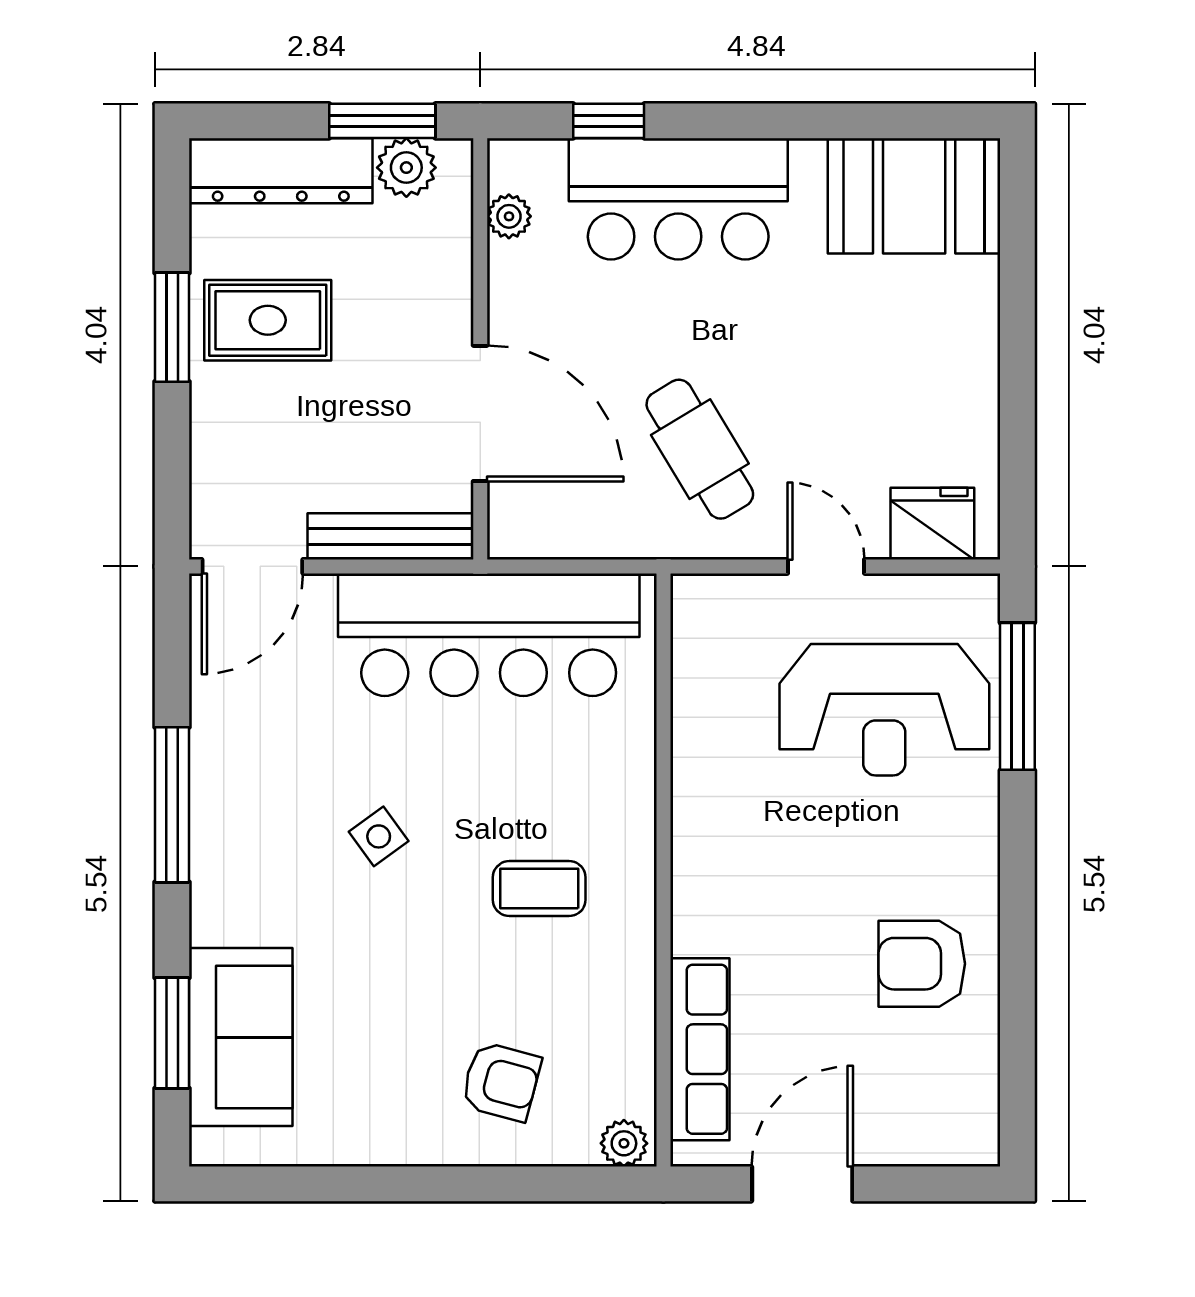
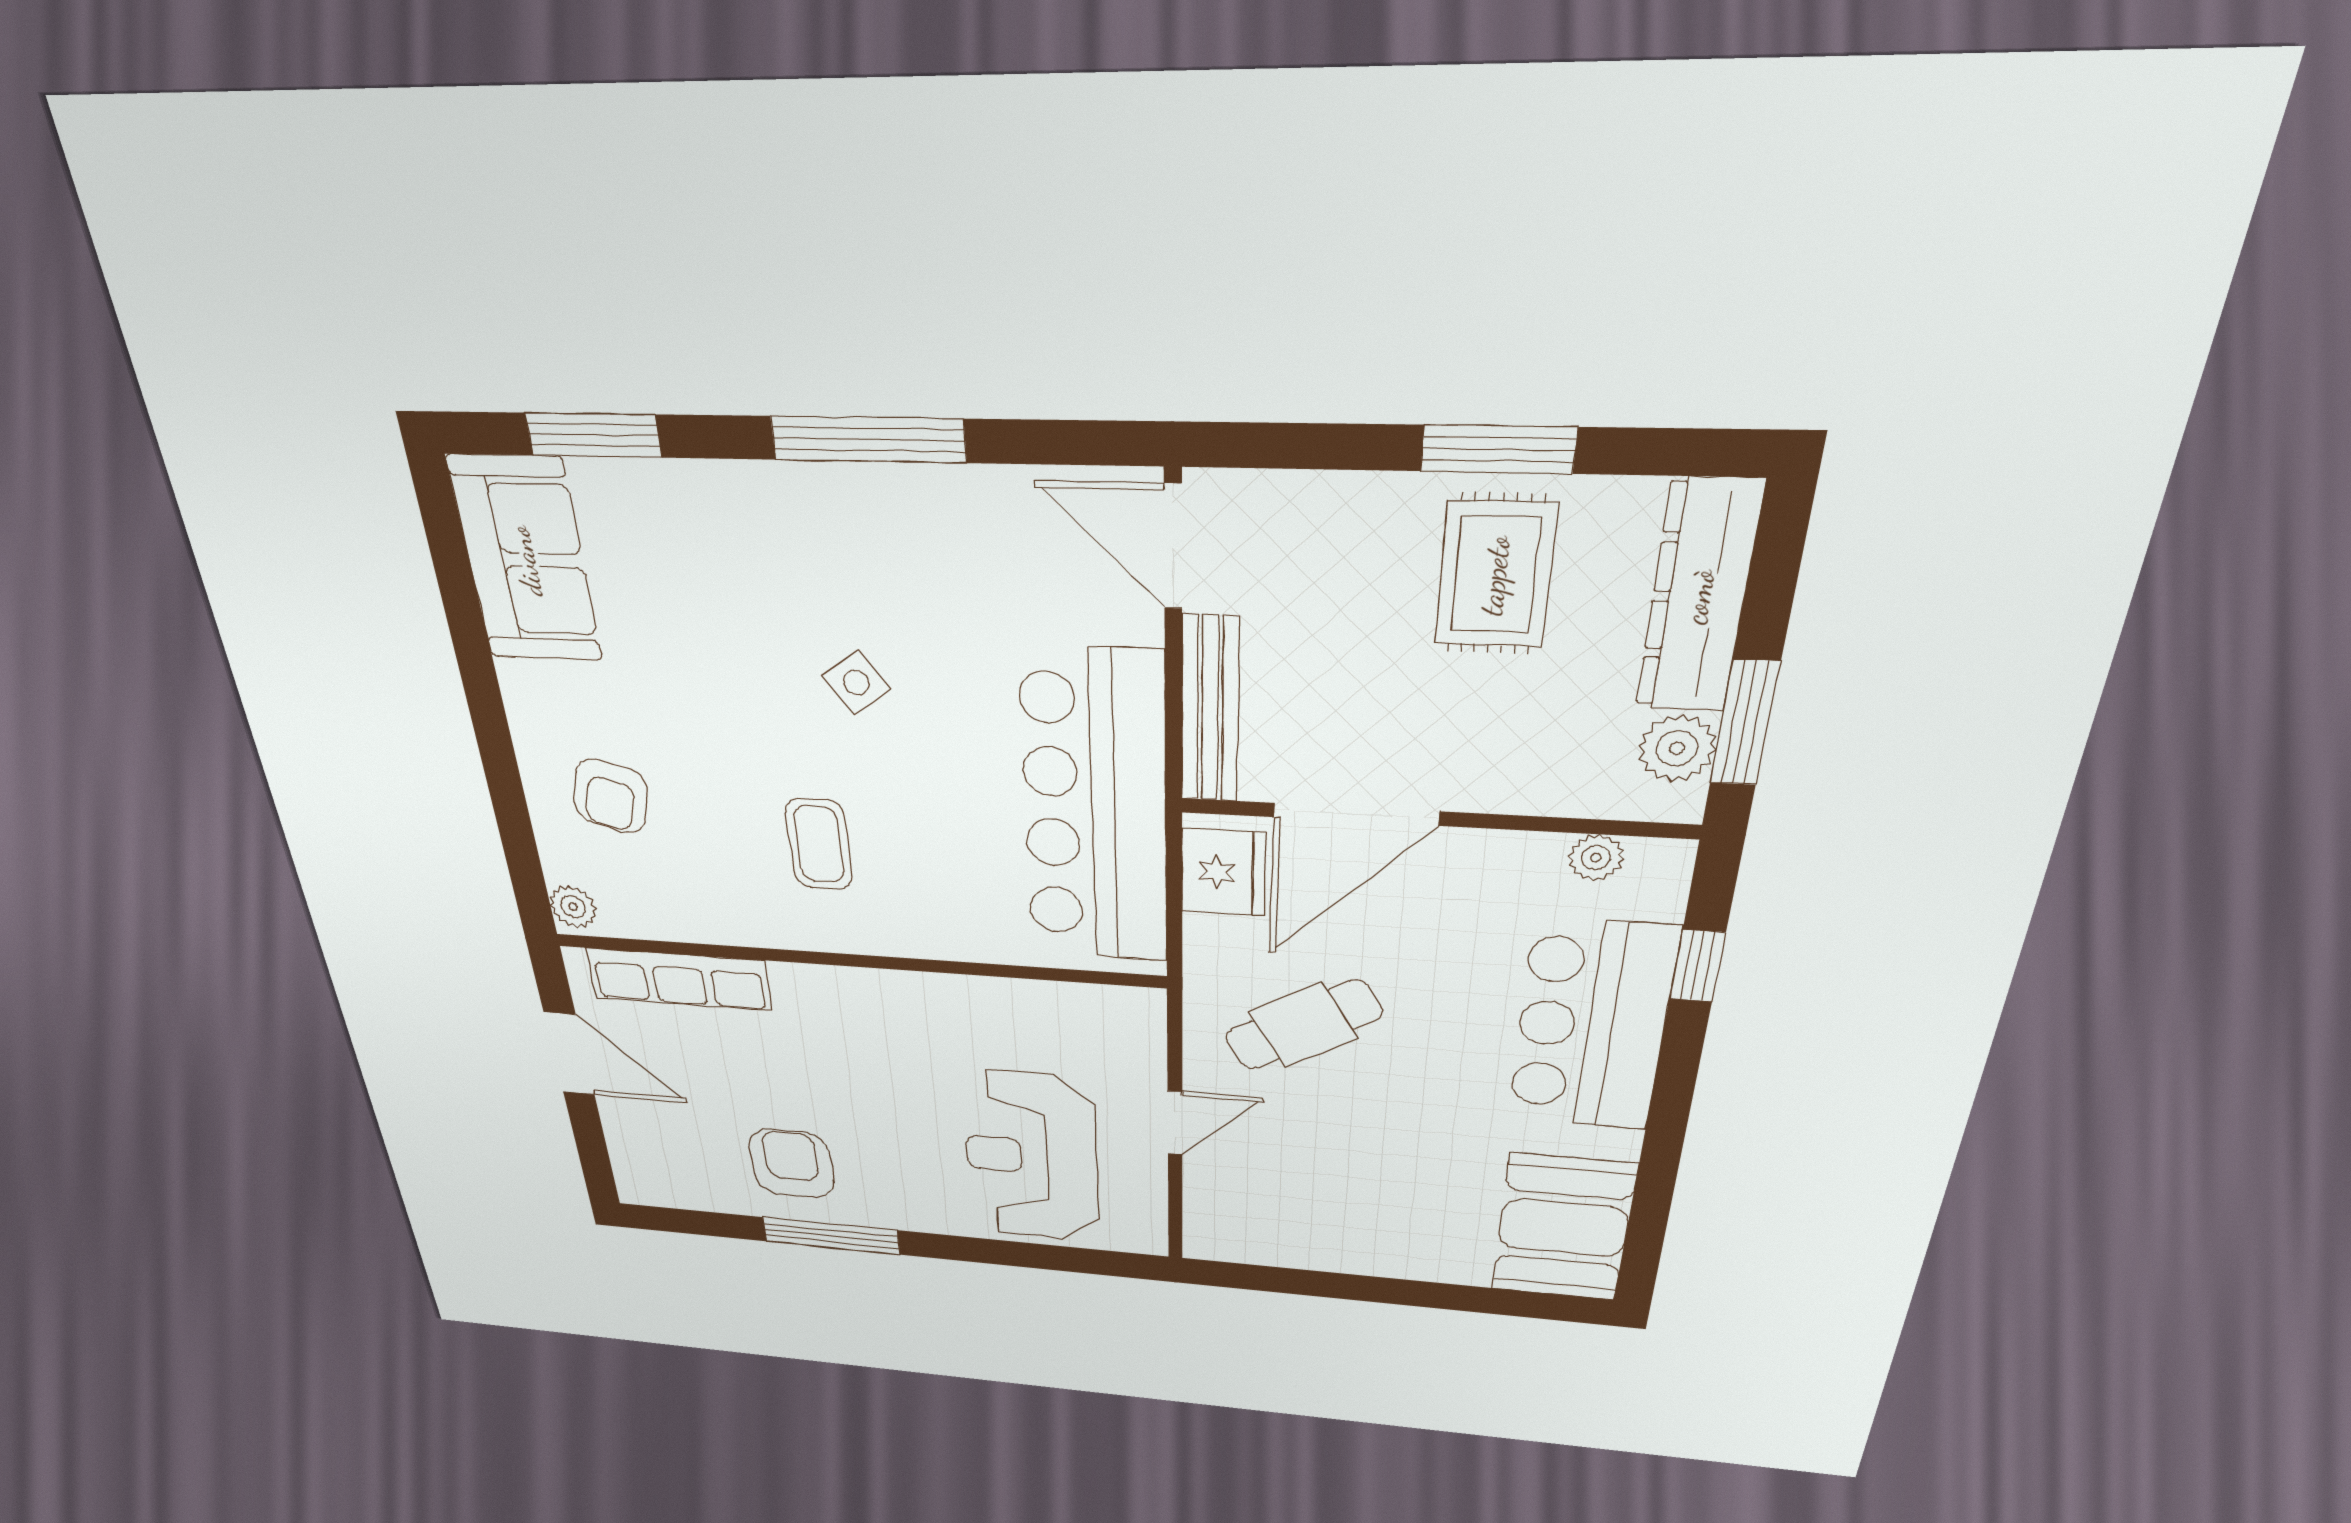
fridge: (932, 524) -> (1223, 872), moved
window: (1017, 696) -> (831, 1236), moved
sofa: (241, 1037) -> (526, 560), moved, turned -90

